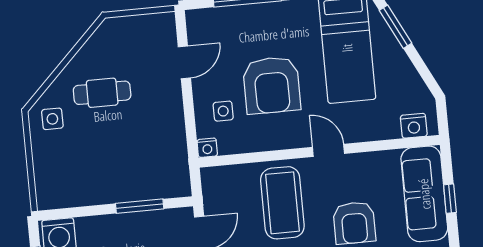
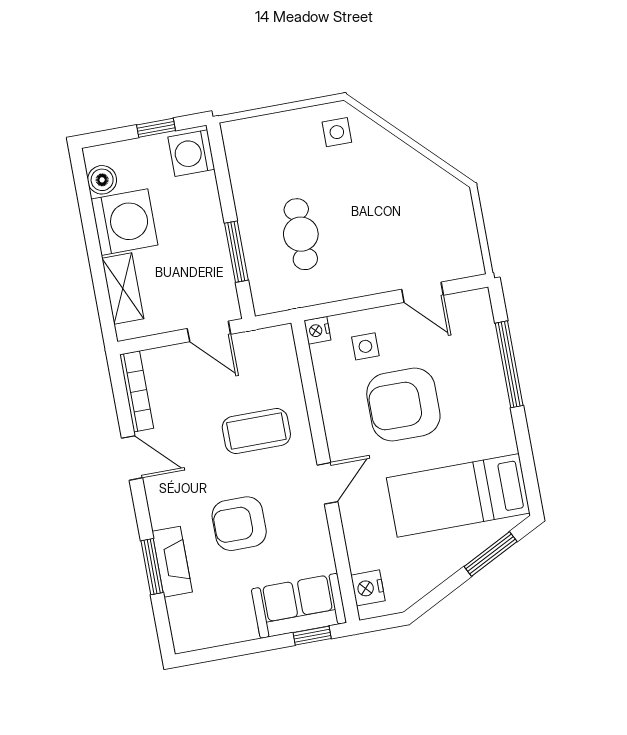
cafe table: (102, 93) -> (301, 234), moved
sofa: (424, 194) -> (299, 606), width x0.73
window: (450, 199) -> (312, 636), moved
coffee table: (282, 203) -> (256, 431), width x0.73, depth x0.76

